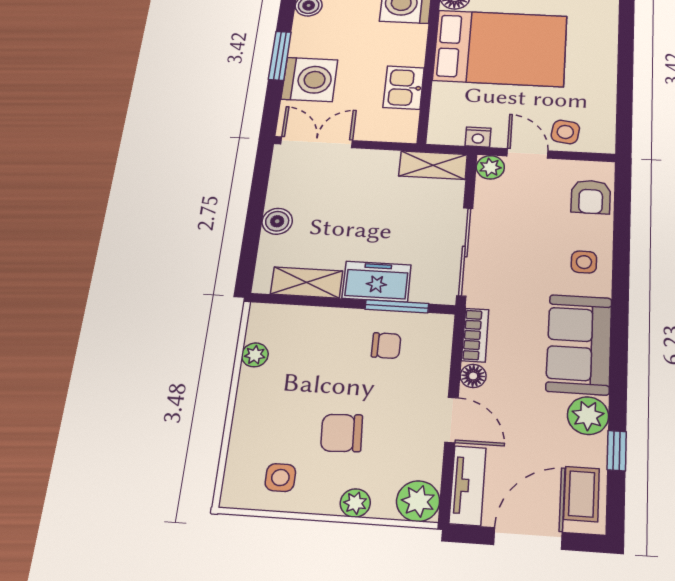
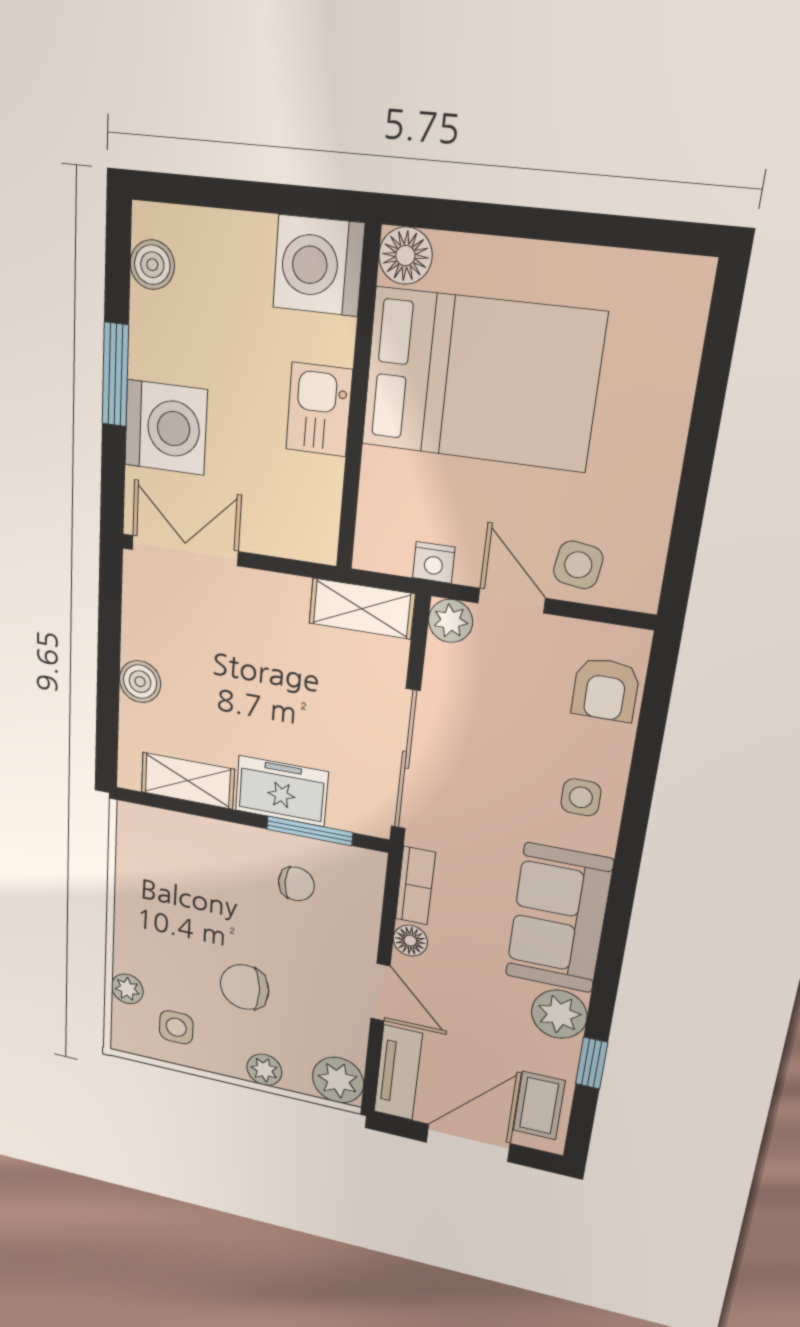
kitchen sink: (404, 88) -> (319, 410), moved
plant: (255, 355) -> (127, 989), moved

